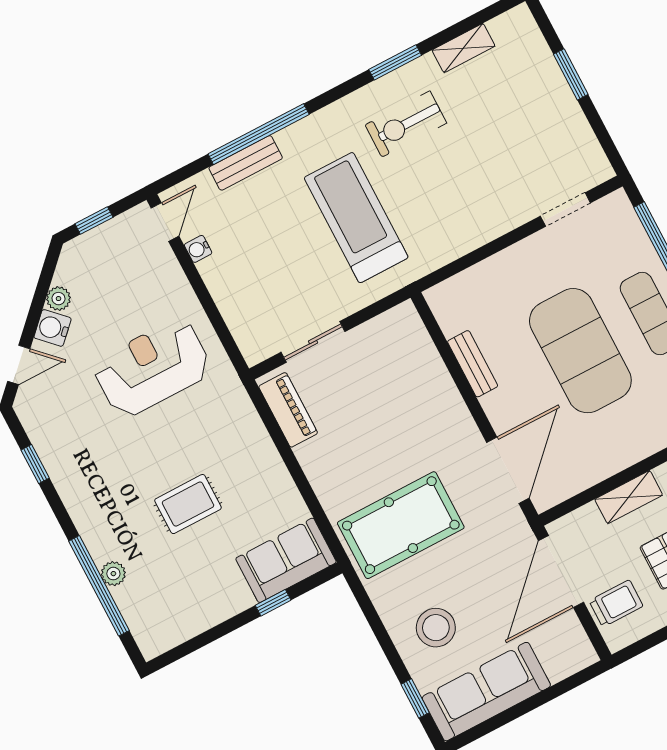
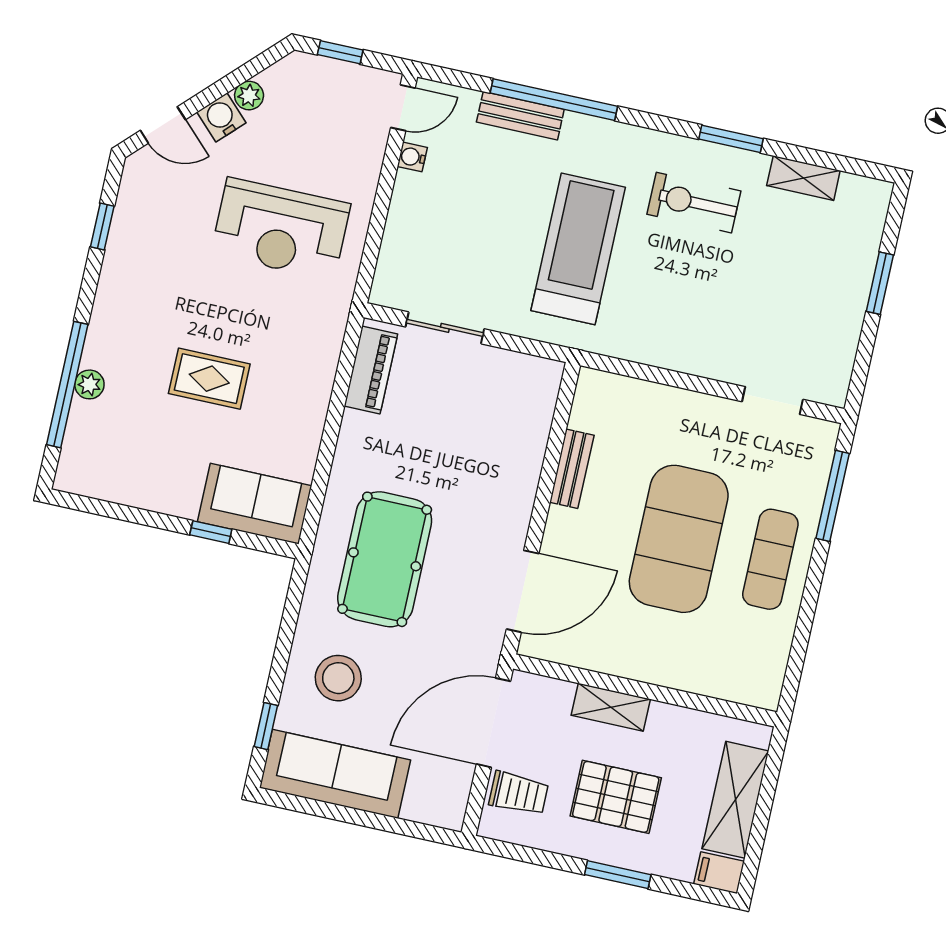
reception desk: (152, 368) -> (281, 229), turned 180
pool table: (401, 525) -> (385, 559), turned 90

